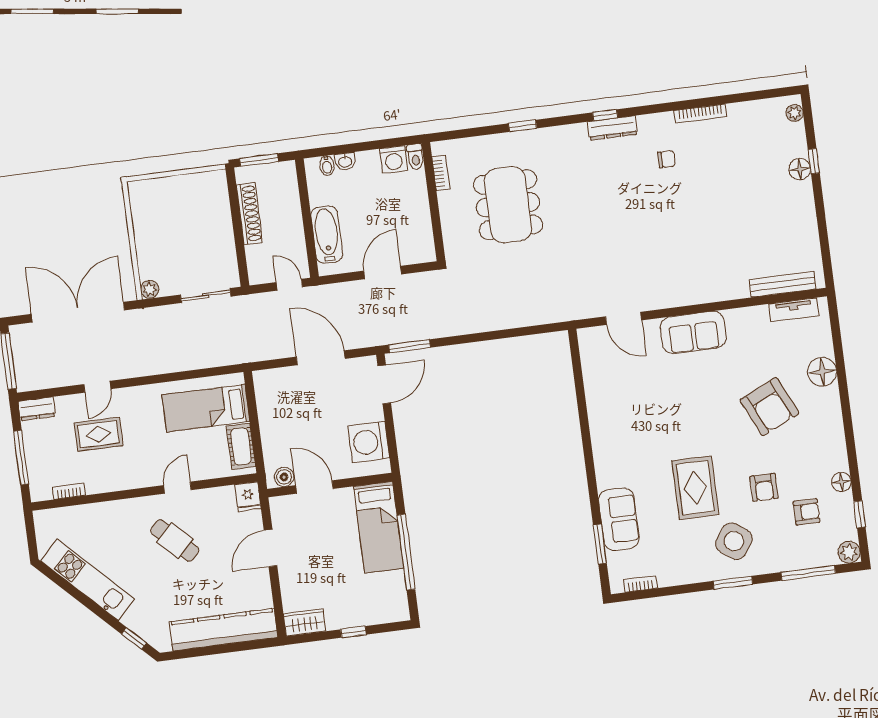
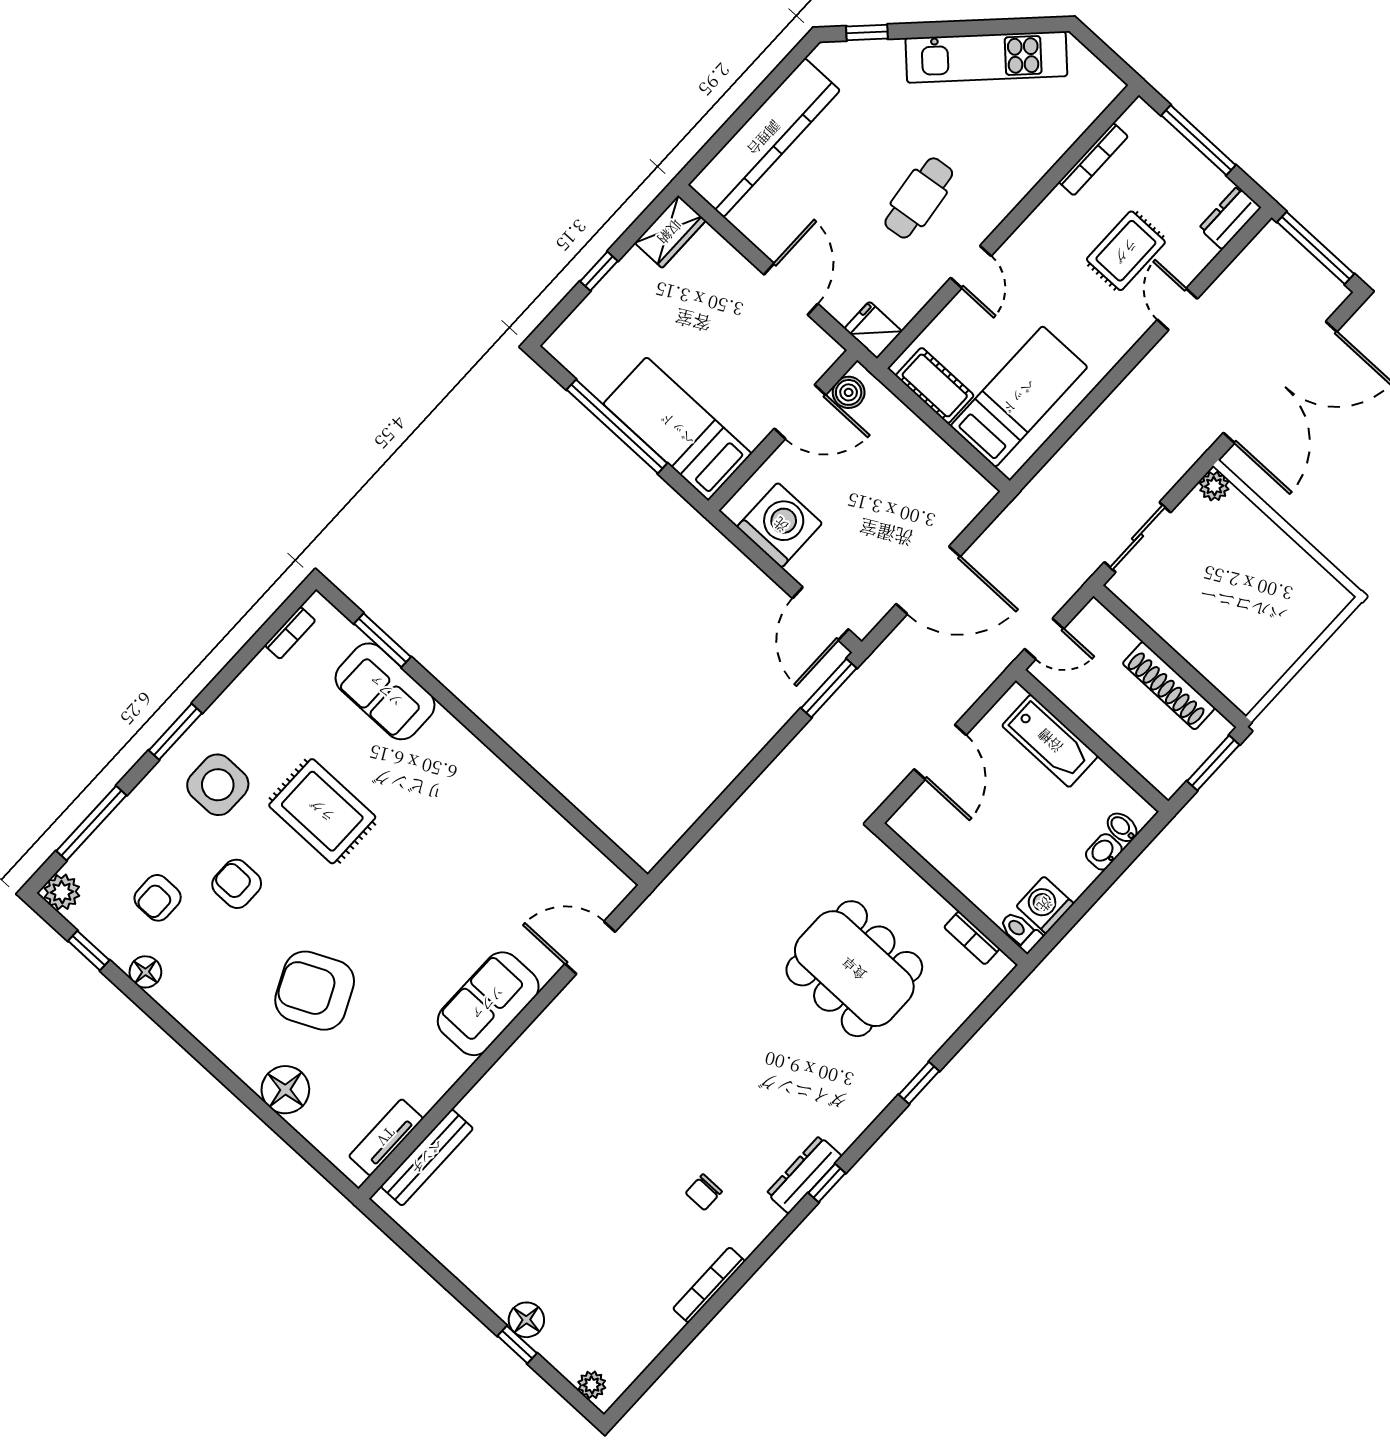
bookcase: (69, 491) -> (1093, 159), width x1.56
cafe table: (175, 541) -> (919, 198), turned -52
side table: (734, 541) -> (218, 785), turned -35

